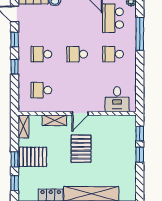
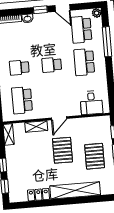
school desk: (113, 54) -> (84, 62), width x1.85
school desk: (41, 90) -> (22, 100), width x1.85
pallet: (33, 157) -> (95, 156), moved, turned 90

